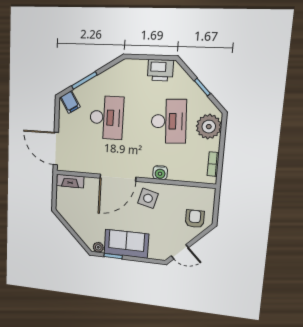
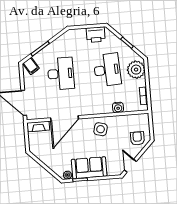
water cooler: (160, 173) -> (118, 107), moved
door: (118, 178) -> (65, 118), moved
door: (180, 252) -> (130, 166), swing flipped

